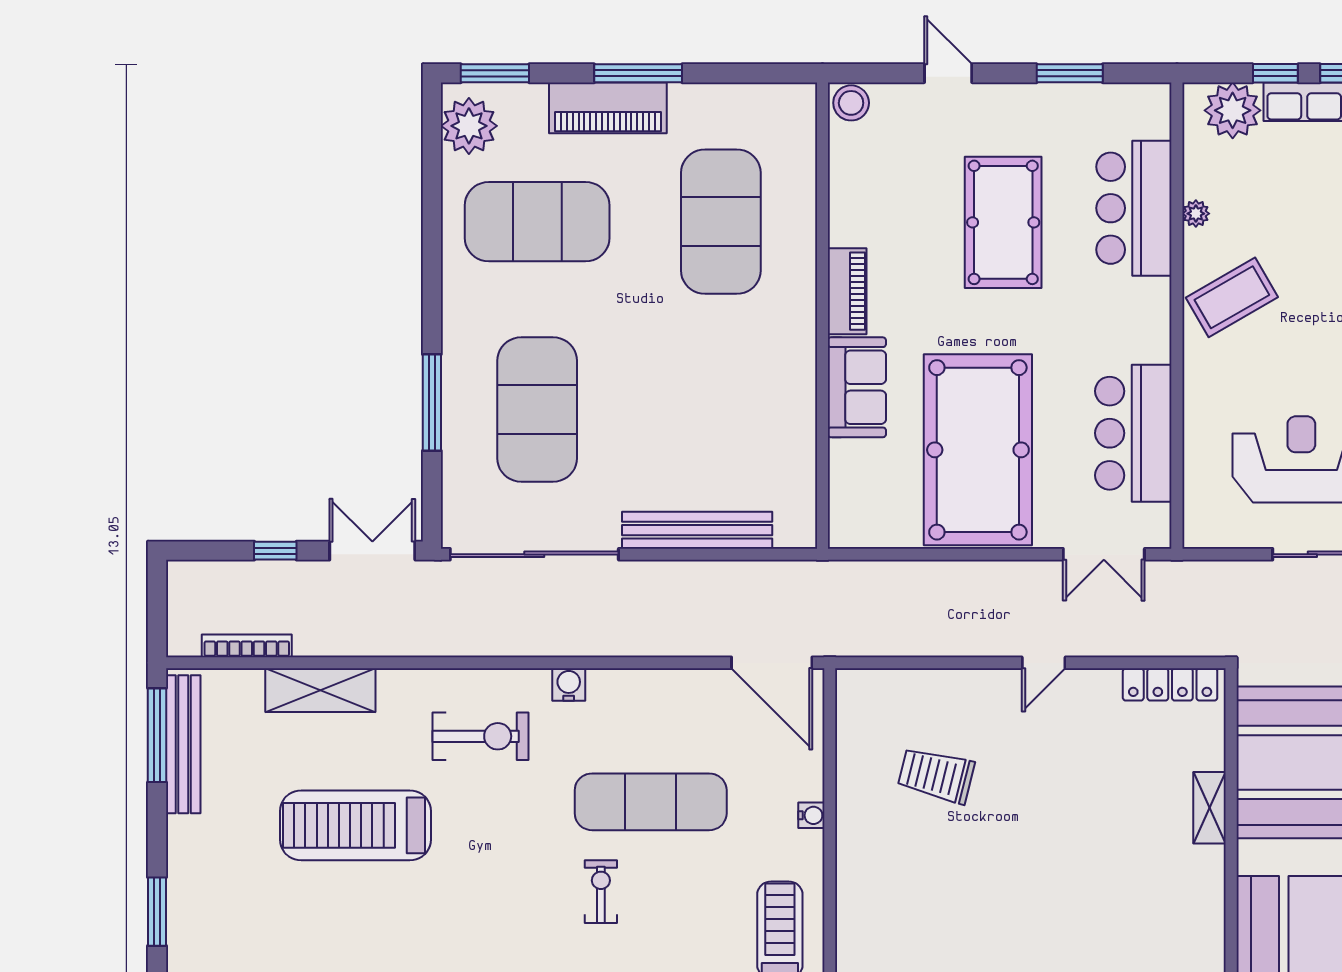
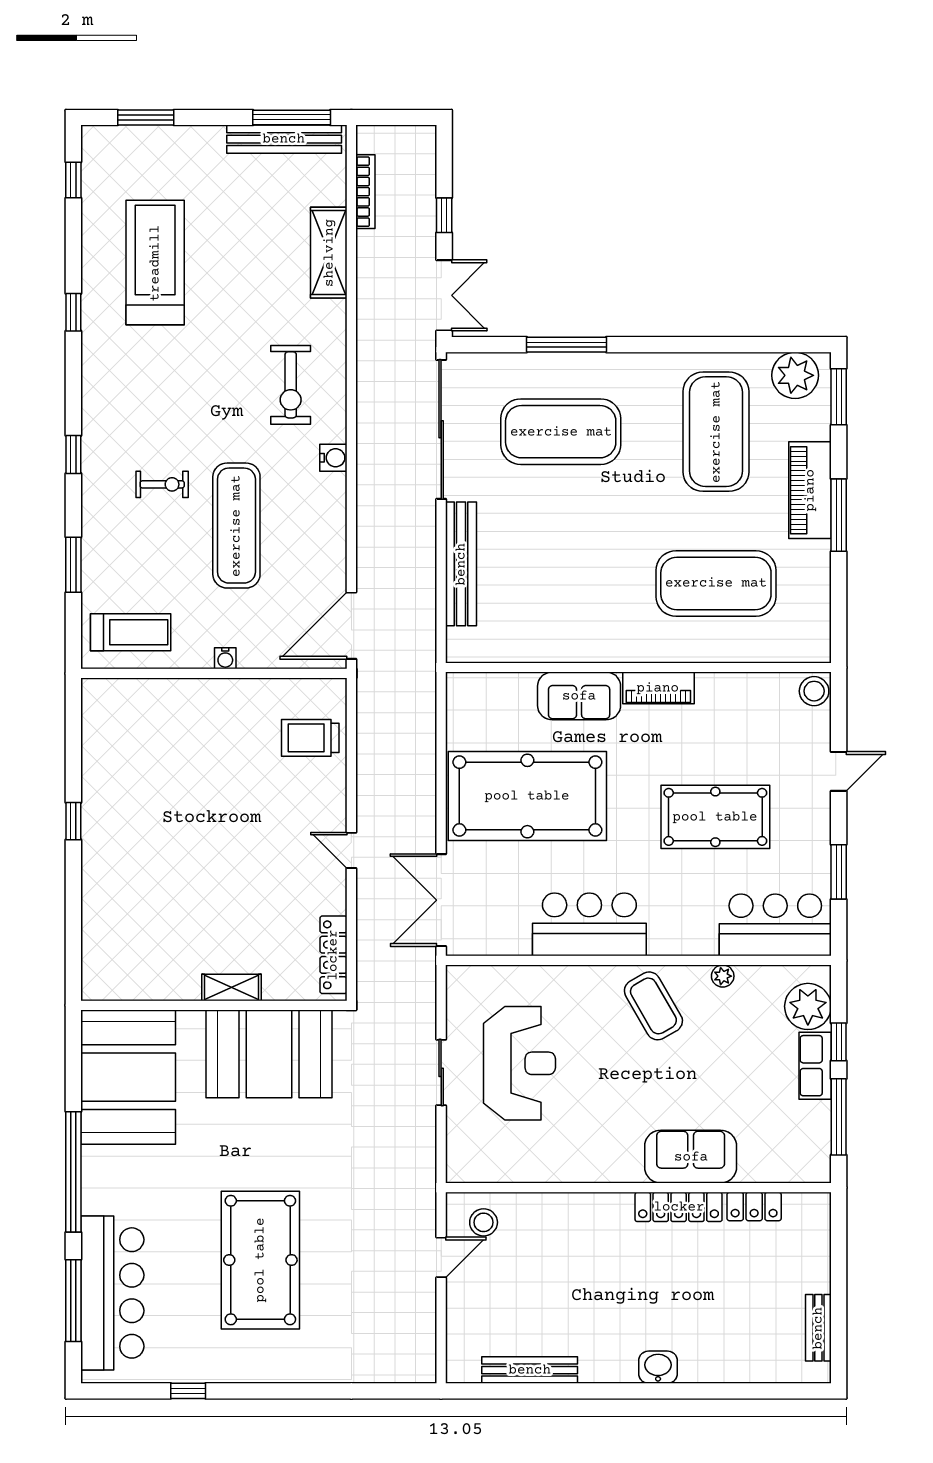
bar counter: (1134, 208) -> (775, 925), moved
bar counter: (1133, 433) -> (589, 924), moved
double door: (1104, 554) -> (441, 900), width x1.37
trolley: (936, 775) -> (310, 738), moved, turned -104
treadmill: (356, 825) -> (155, 263), moved

